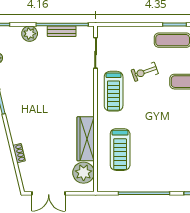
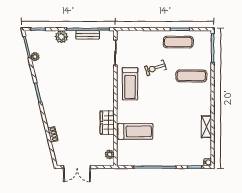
wardrobe: (86, 139) -> (107, 123), width x0.67
treadmill: (120, 150) -> (135, 131), turned -90
plant: (84, 173) -> (110, 154), width x0.53, depth x0.53

